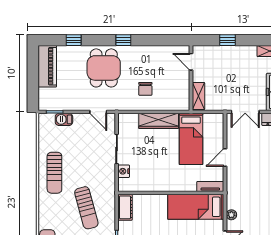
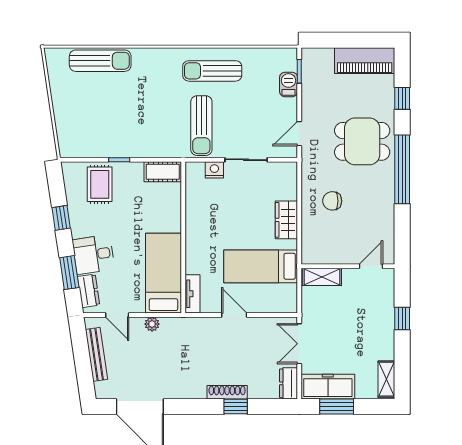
window: (123, 40) -> (402, 169), width x3.17
wardrobe: (159, 121) -> (286, 220), width x0.67
sun lounger: (86, 208) -> (201, 126), moved, turned -75

